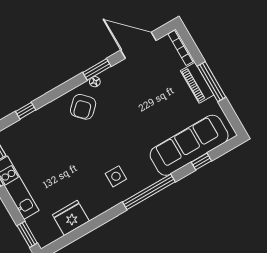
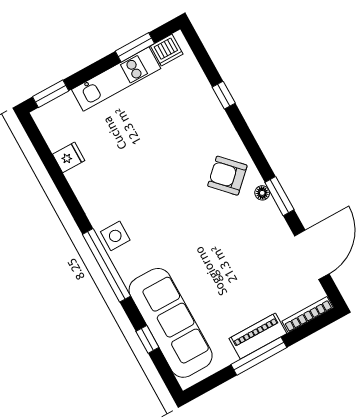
side table: (116, 176) -> (115, 236), moved
fridge: (71, 218) -> (69, 157), width x0.53, depth x0.75

